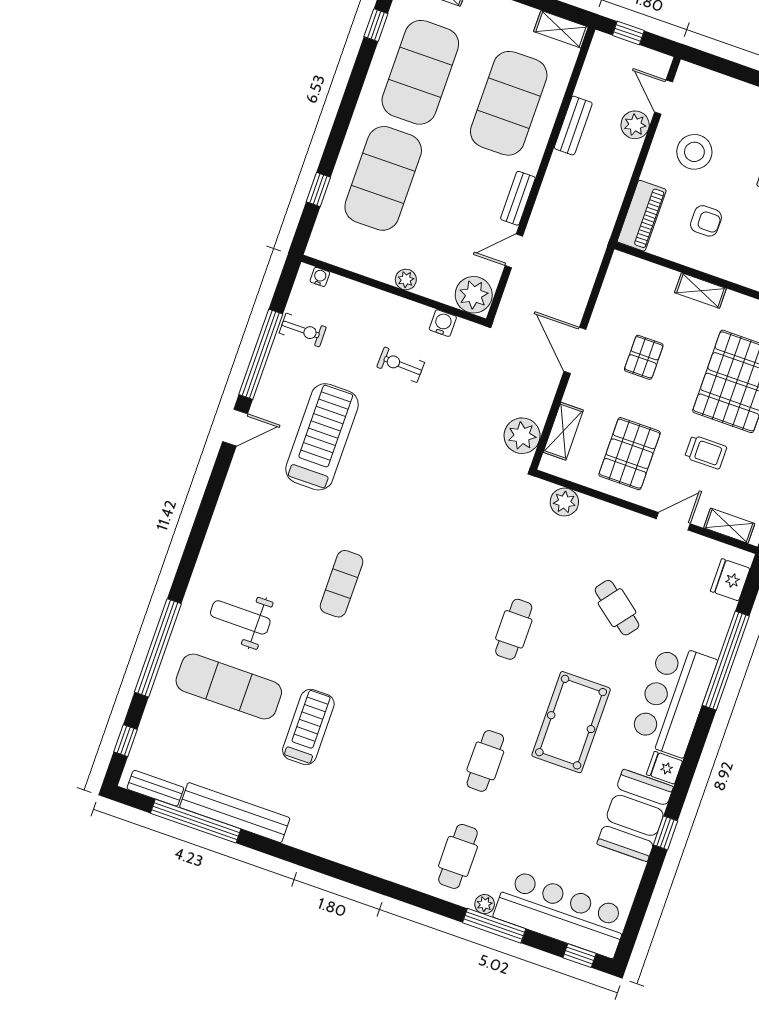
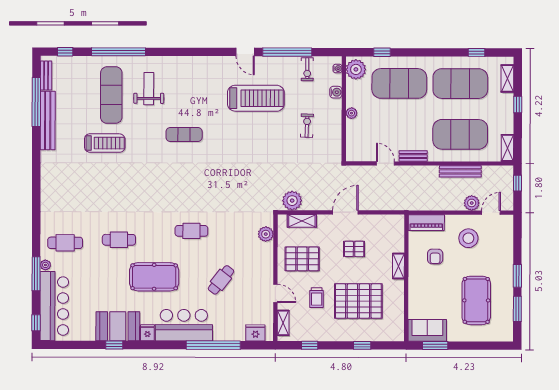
bench: (573, 126) -> (460, 171), width x1.36
plant: (474, 295) -> (356, 69), moved
water cooler: (443, 323) -> (336, 92), moved

